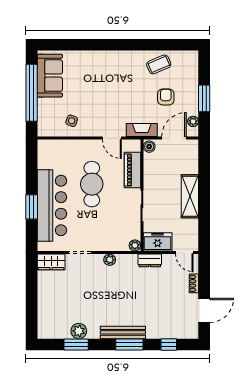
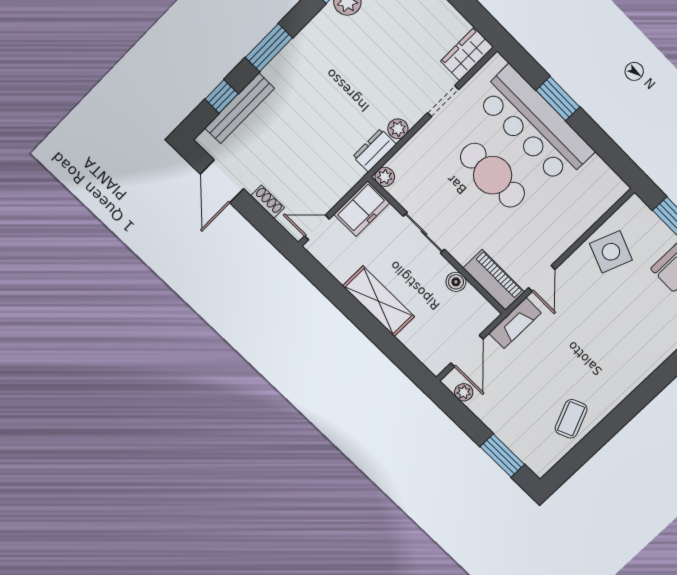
armchair: (166, 97) -> (525, 389), removed
window: (204, 98) -> (502, 456), moved
side table: (72, 121) -> (611, 252), width x1.87, depth x1.87
door: (112, 138) -> (542, 279), swing flipped
boiler: (149, 147) -> (456, 282), moved
piano: (132, 170) -> (494, 280), moved
cafe table: (92, 184) -> (493, 175), moved
dresser: (150, 260) -> (375, 150), moved
bench: (123, 332) -> (240, 108), moved

